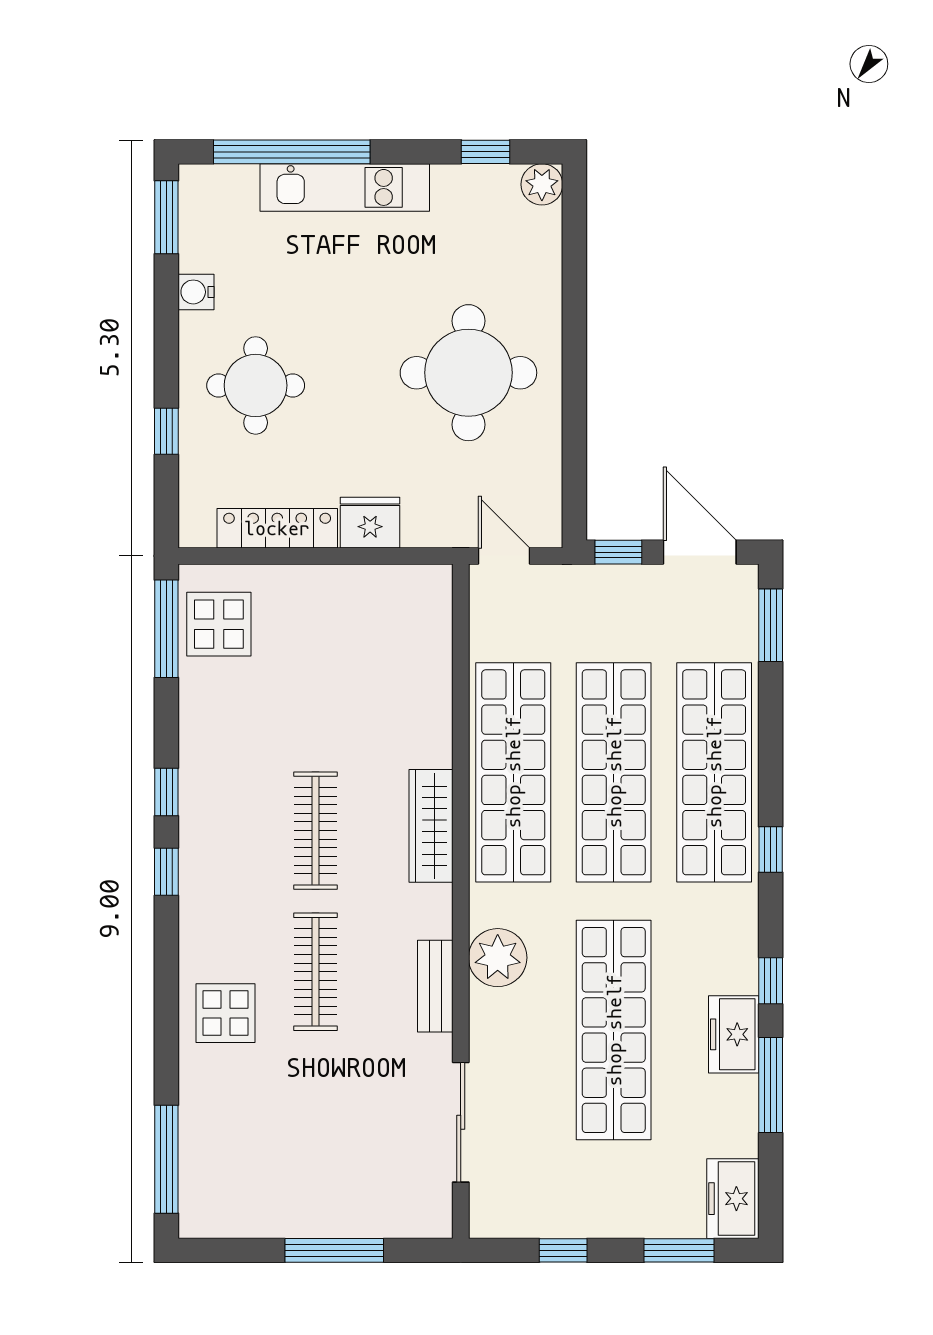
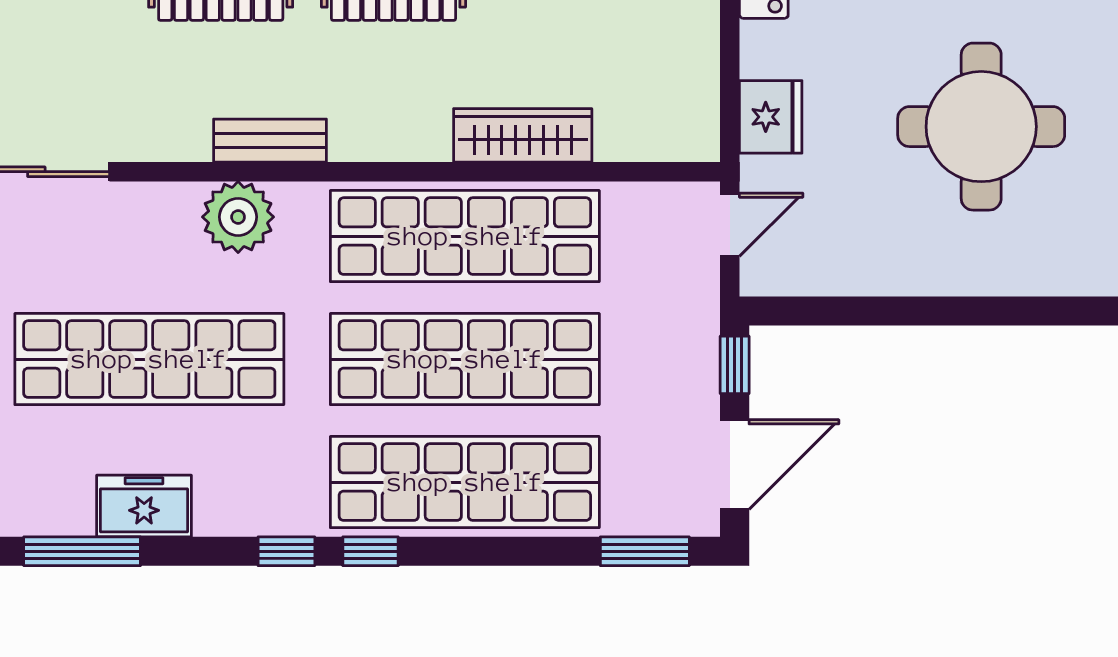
round table: (468, 373) -> (981, 127), moved
fridge: (370, 523) -> (771, 117), moved
wardrobe: (431, 826) -> (523, 135), moved
window: (771, 981) -> (286, 551), moved
bench: (435, 986) -> (270, 141), moved

